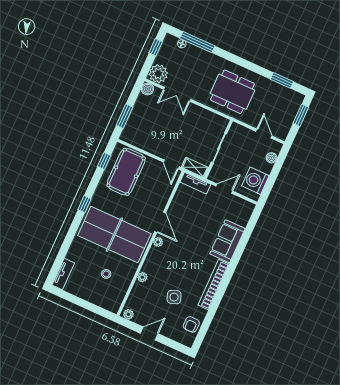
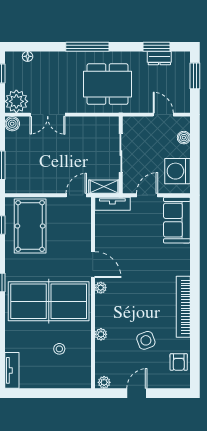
window: (197, 42) -> (87, 47), moved
dresser: (280, 90) -> (159, 58), added
door: (171, 164) -> (76, 195), swing flipped
sofa: (227, 241) -> (177, 220), moved

